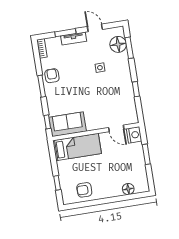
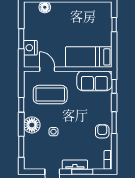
floor lamp: (118, 44) -> (32, 125), moved
armchair: (52, 76) -> (102, 131), turned 180
coffee table: (109, 104) -> (50, 95), added
nightstand: (134, 135) -> (30, 48), moved
armchair: (84, 190) -> (88, 13), removed

